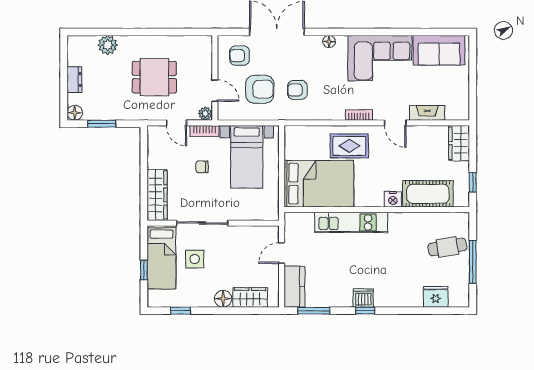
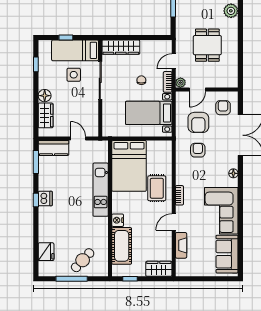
cafe table: (447, 247) -> (83, 260), turned 52

